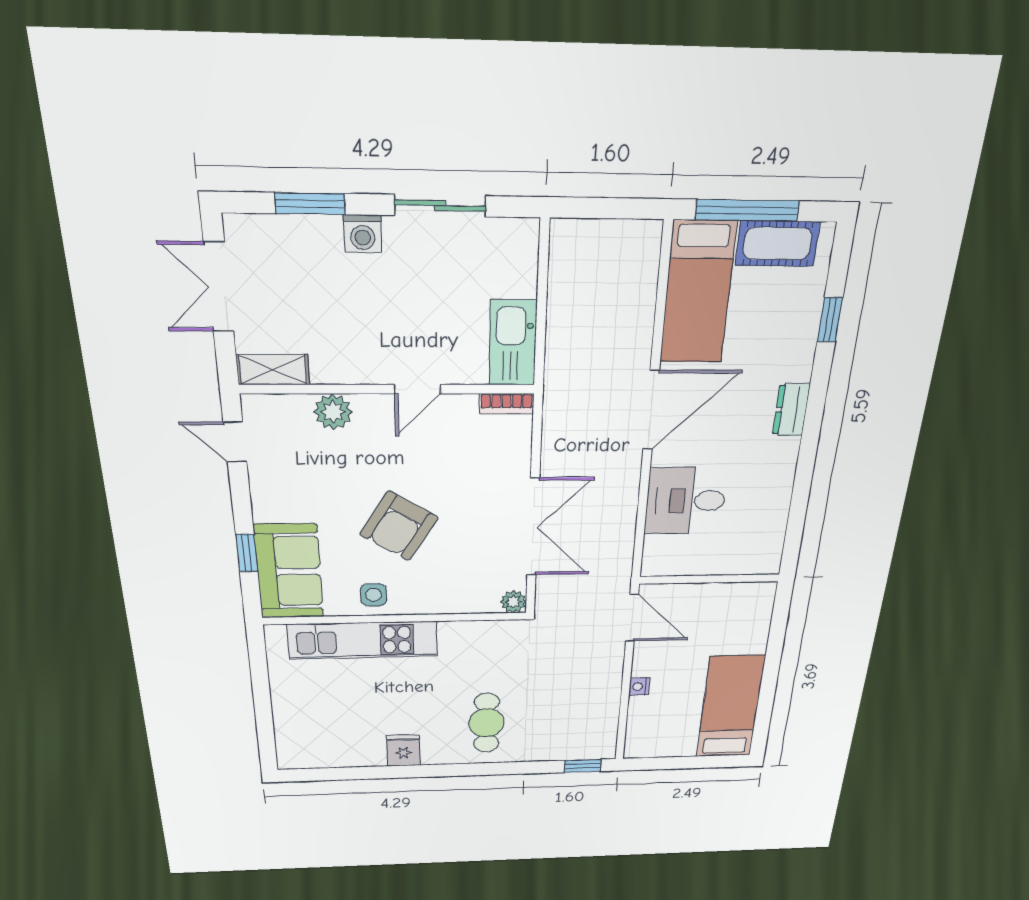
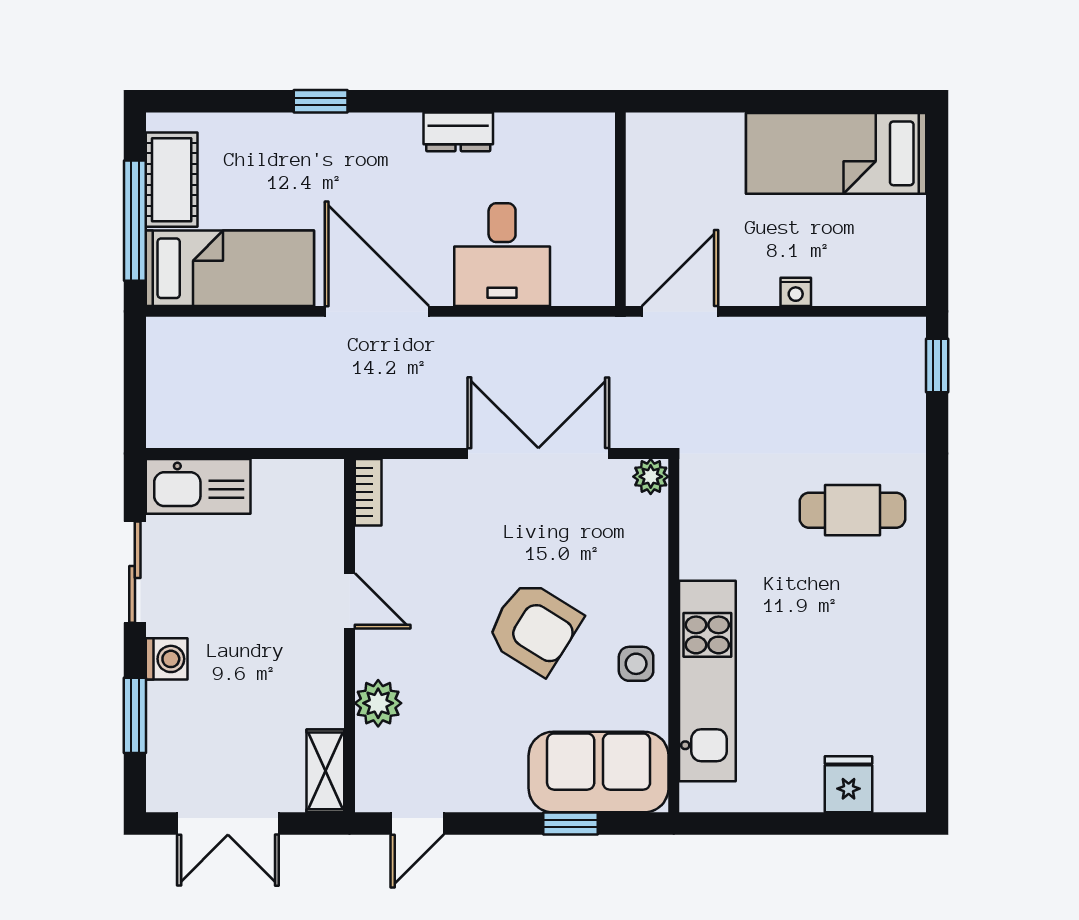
window: (830, 320) -> (321, 101), moved
kitchen sink: (513, 343) -> (198, 486), moved
dresser: (791, 410) -> (458, 132), moved
fridge: (403, 750) -> (849, 784), moved, turned 90

